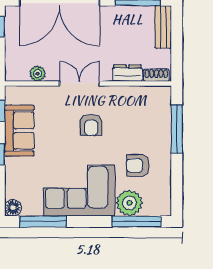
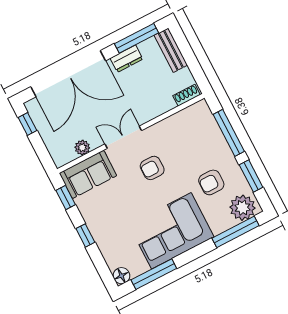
dresser: (127, 73) -> (127, 59), moved, turned 180
armchair: (91, 125) -> (152, 168), turned 90
sofa: (19, 131) -> (88, 174), moved, turned 90
window: (177, 178) -> (251, 176), added
plant: (129, 203) -> (243, 208), moved

